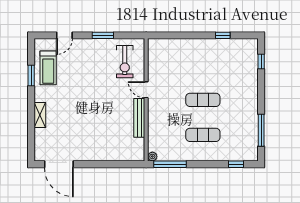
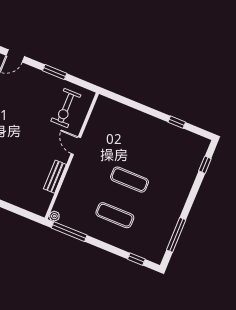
bench: (139, 118) -> (55, 177), width x0.73

